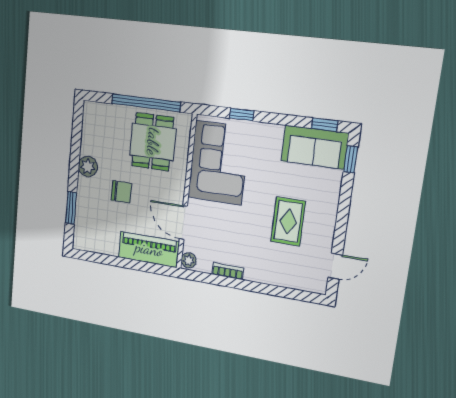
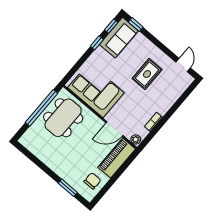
window: (242, 115) -> (97, 43), moved
dining table: (153, 142) -> (63, 118), width x1.38
plant: (88, 166) -> (52, 163), removed
chair: (121, 192) -> (92, 181), moved
rug: (288, 222) -> (147, 74), turned 90

